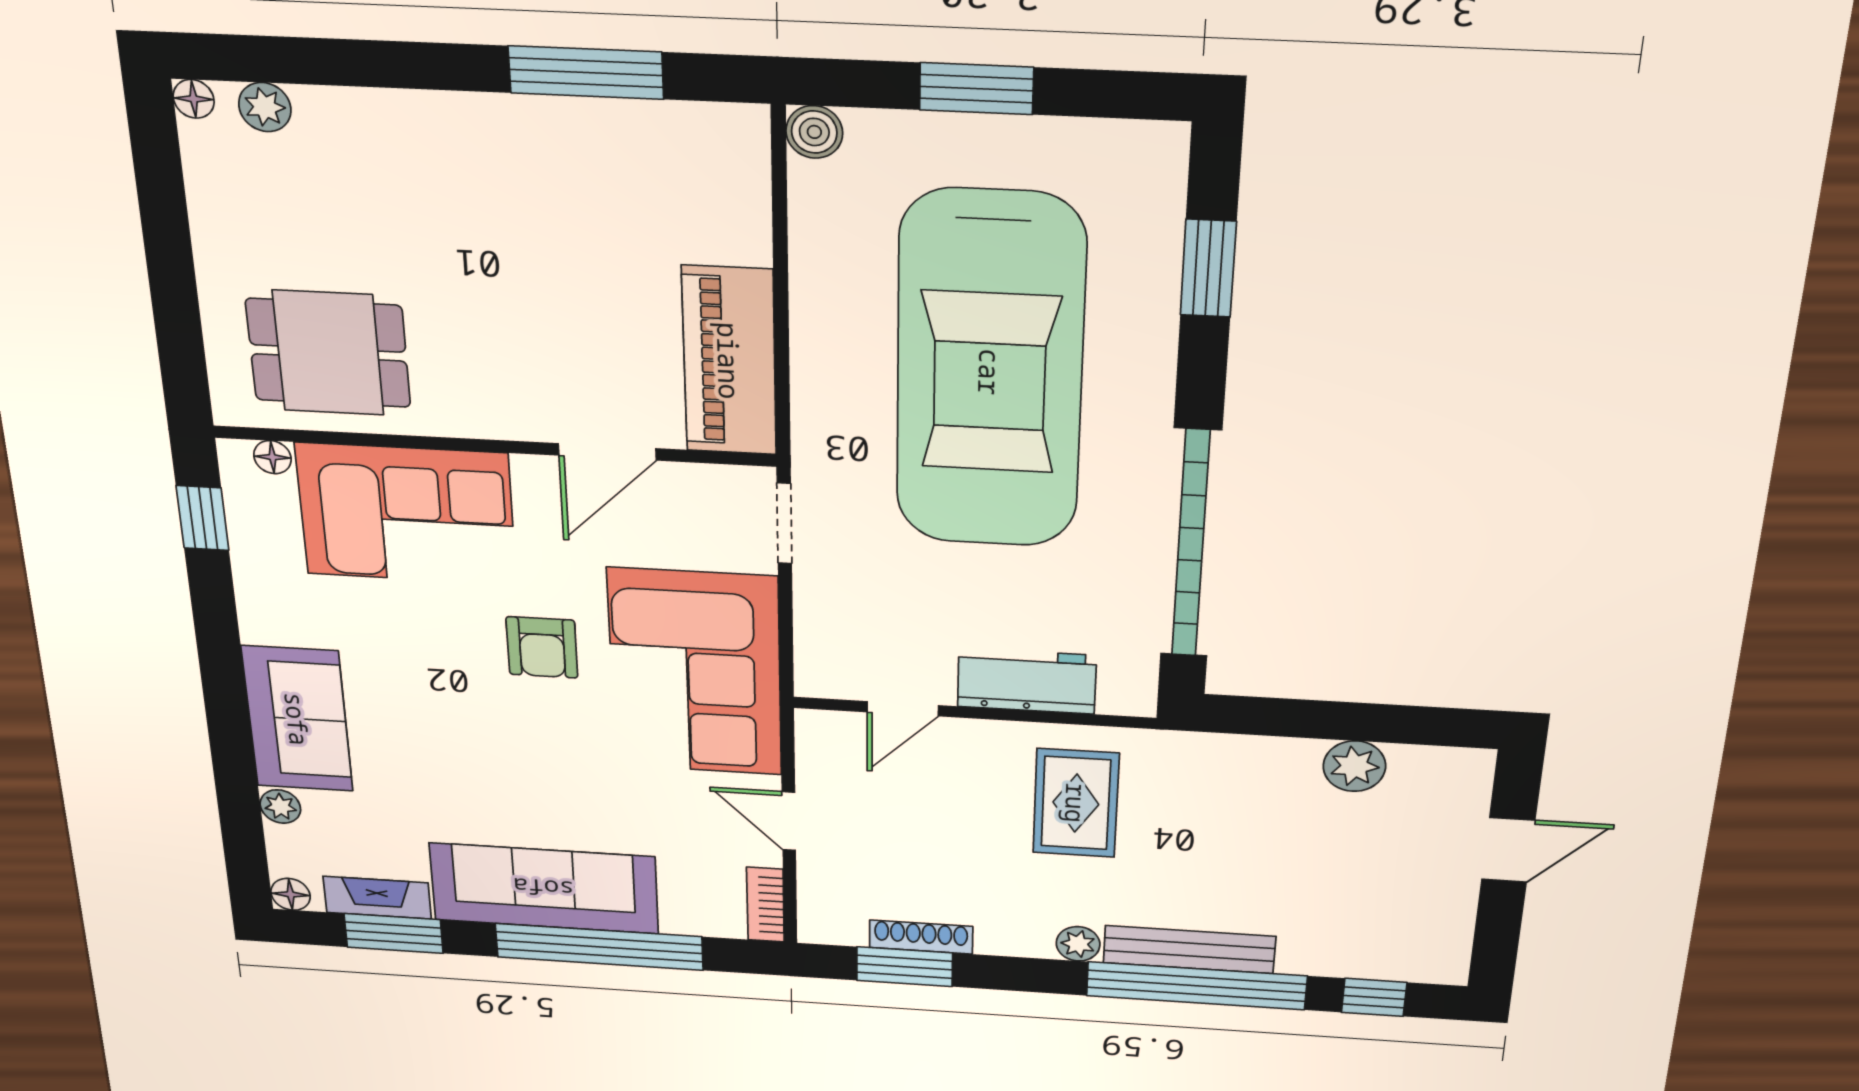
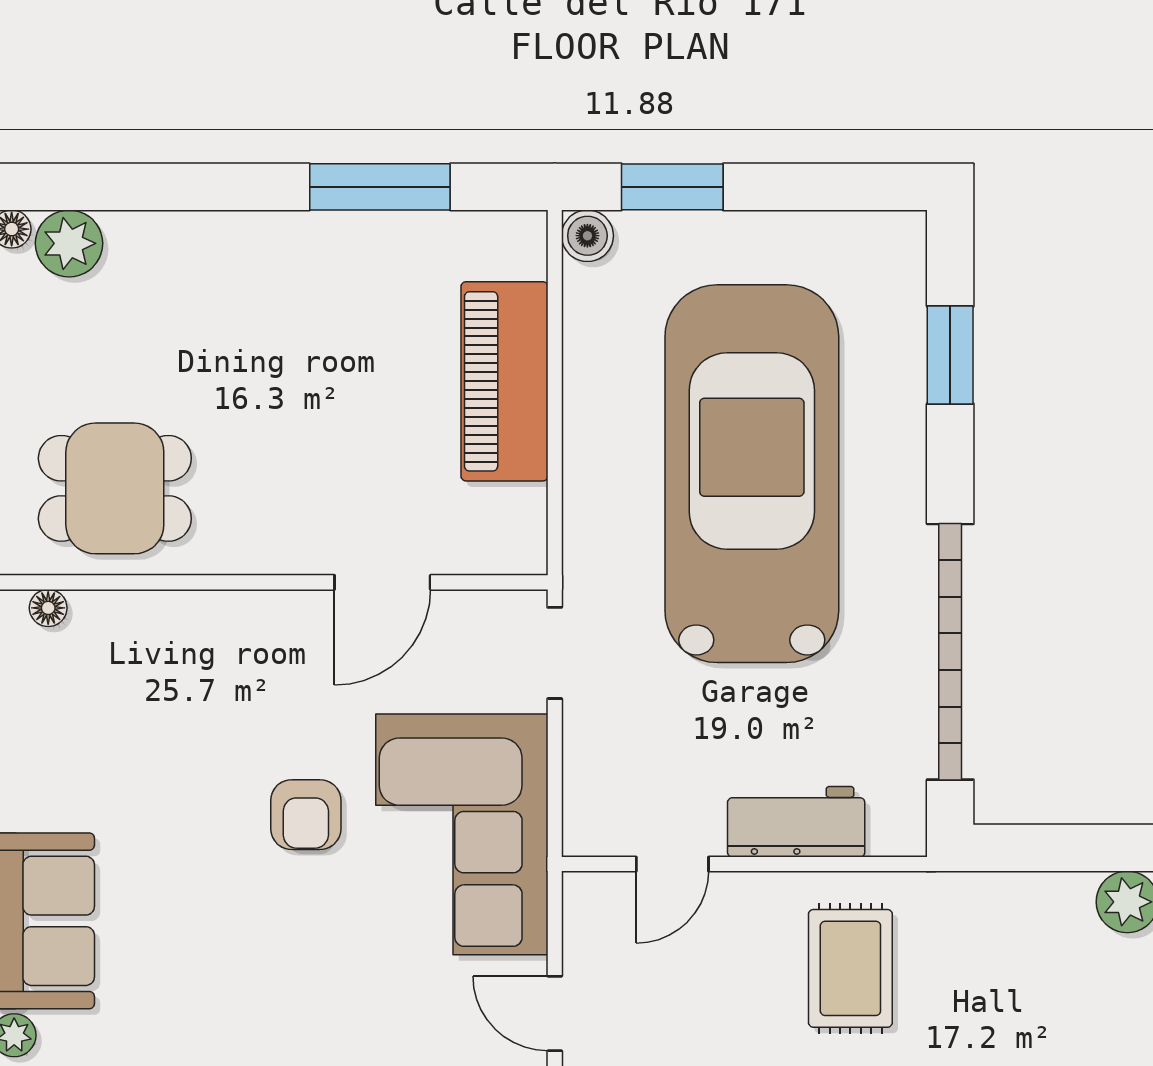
window: (976, 89) -> (672, 187), moved
plant: (265, 107) -> (69, 243), width x1.38, depth x1.38
piano: (729, 361) -> (504, 381), moved
car: (990, 372) -> (752, 474), turned 180
corner sofa: (407, 514) -> (178, 665), removed

